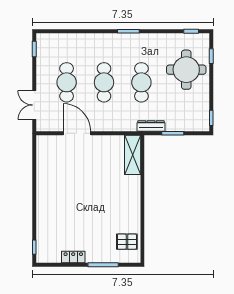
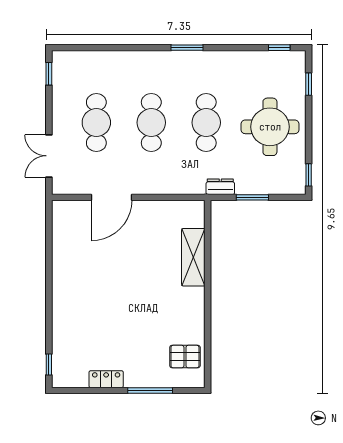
round table: (186, 70) -> (270, 127), moved
dresser: (151, 126) -> (220, 187), width x0.70
door: (77, 133) -> (112, 197), swing flipped
shelving: (133, 155) -> (193, 257), moved

